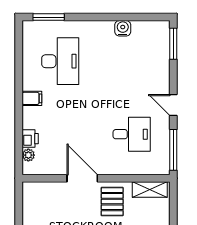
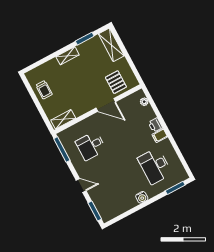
water cooler: (123, 28) -> (142, 197), moved
door: (173, 105) -> (81, 185), moved
printer: (30, 139) -> (155, 125), moved
pallet: (112, 202) -> (116, 82), moved

